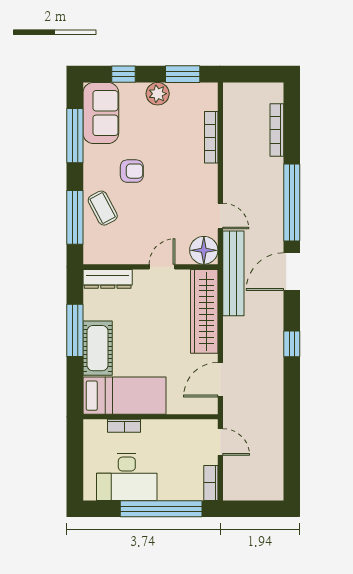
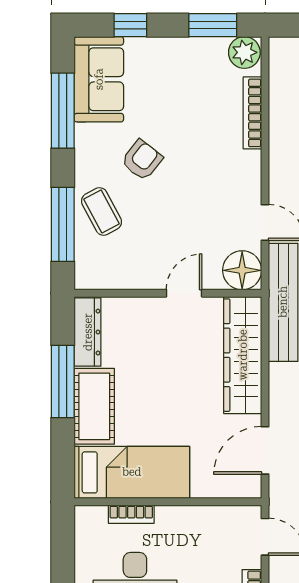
plant: (158, 94) -> (244, 52), moved
armchair: (132, 171) -> (142, 160), turned -52
dresser: (108, 279) -> (88, 332), moved, turned -90

